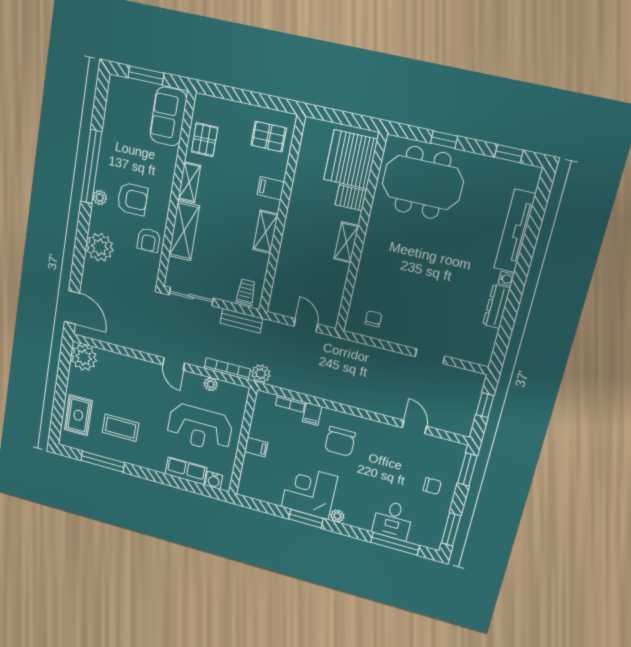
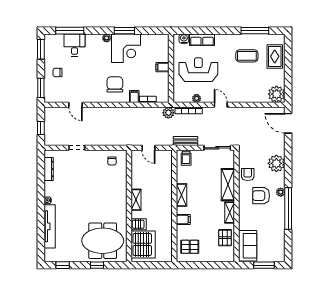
dresser: (497, 306) -> (49, 169), moved

